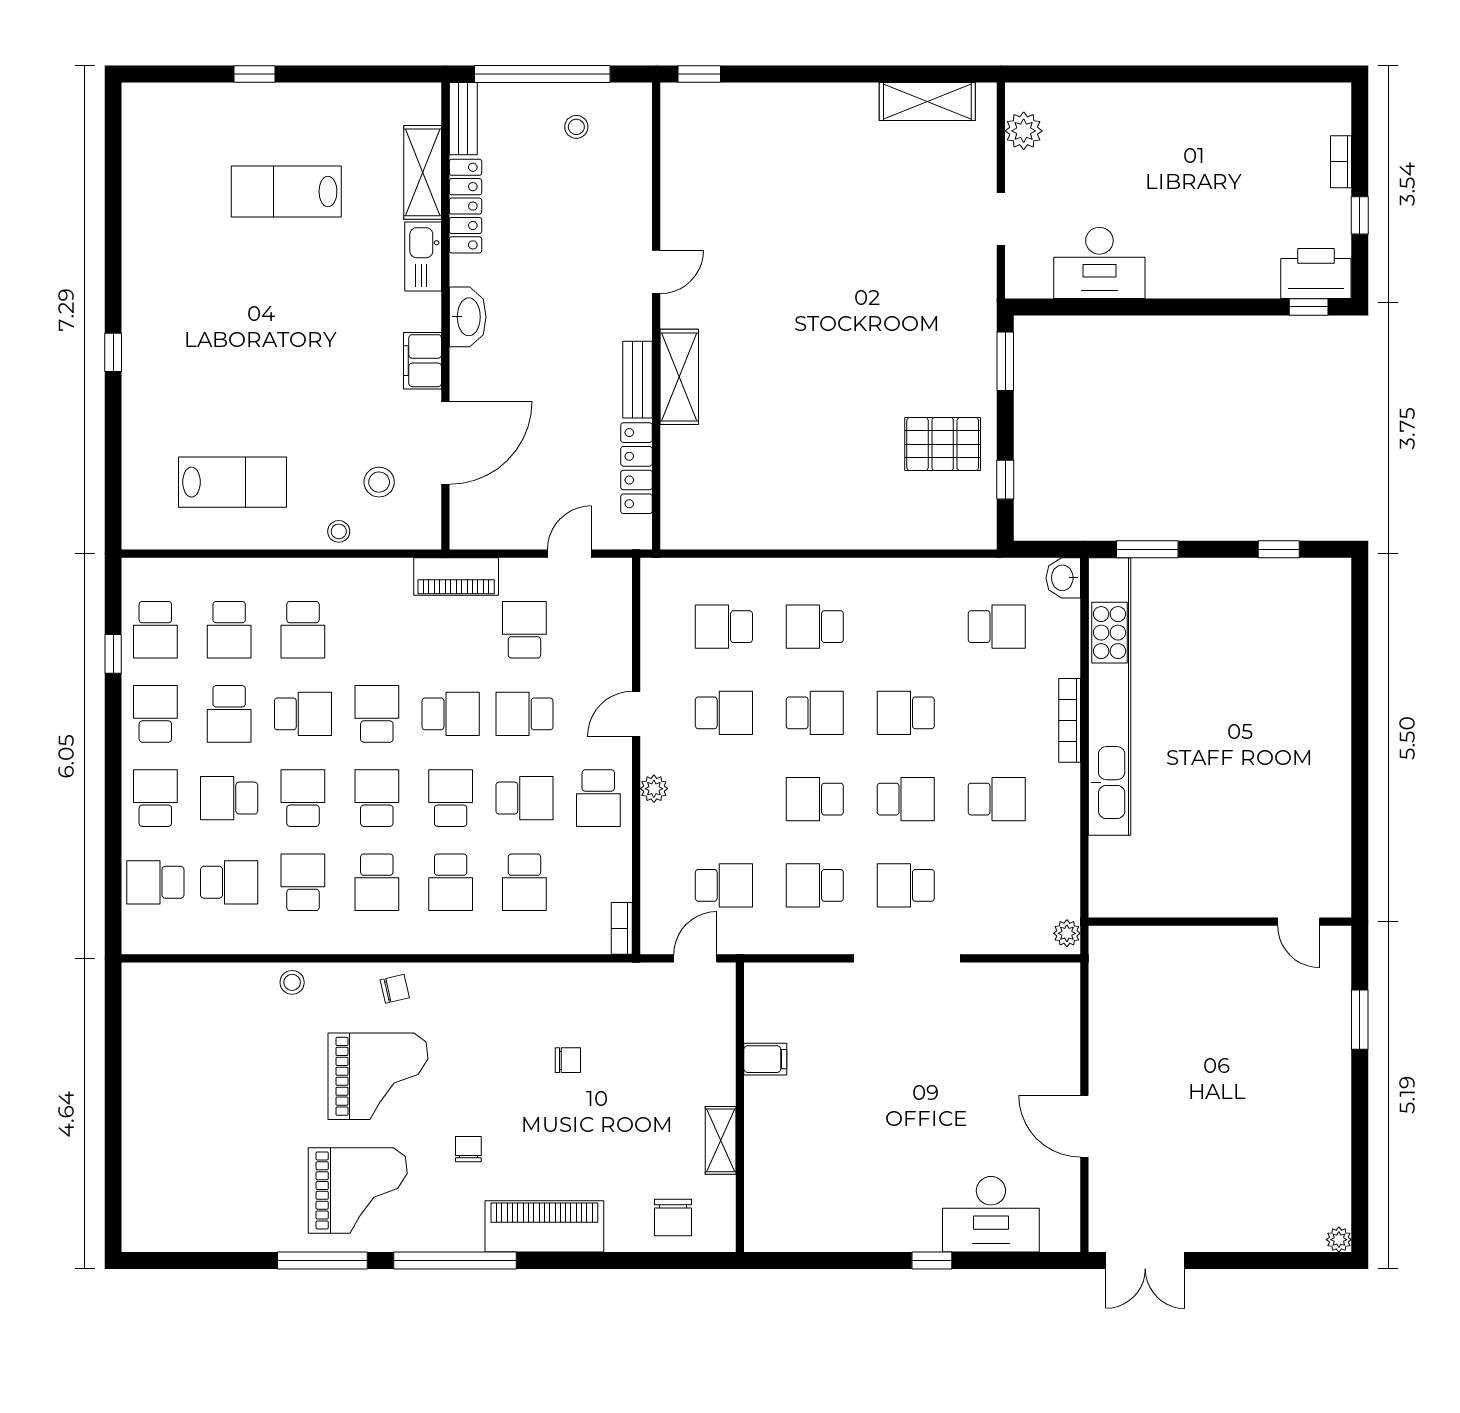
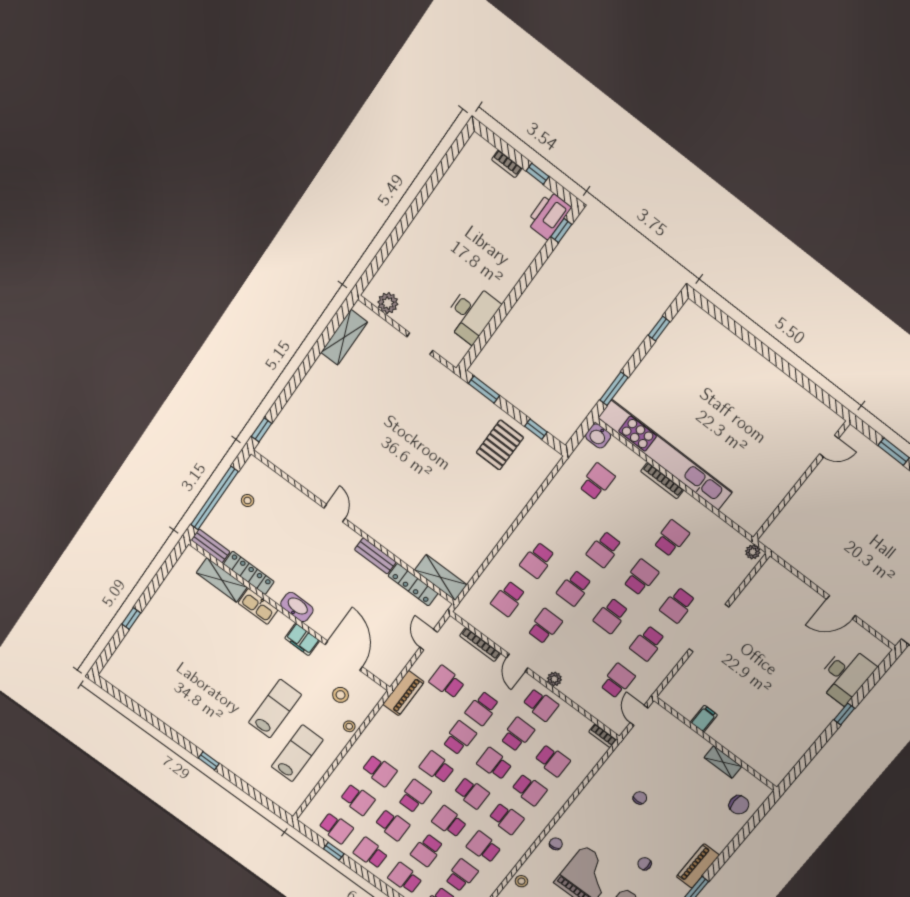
lab bench: (286, 192) -> (275, 709), moved, turned 180
shelving: (679, 377) -> (441, 577), moved
bookcase: (622, 637) -> (480, 645), added
school desk: (815, 713) -> (574, 588), turned 180
school desk: (377, 798) -> (472, 793), turned 180
piano: (544, 1226) -> (698, 866), width x0.73, depth x0.75

